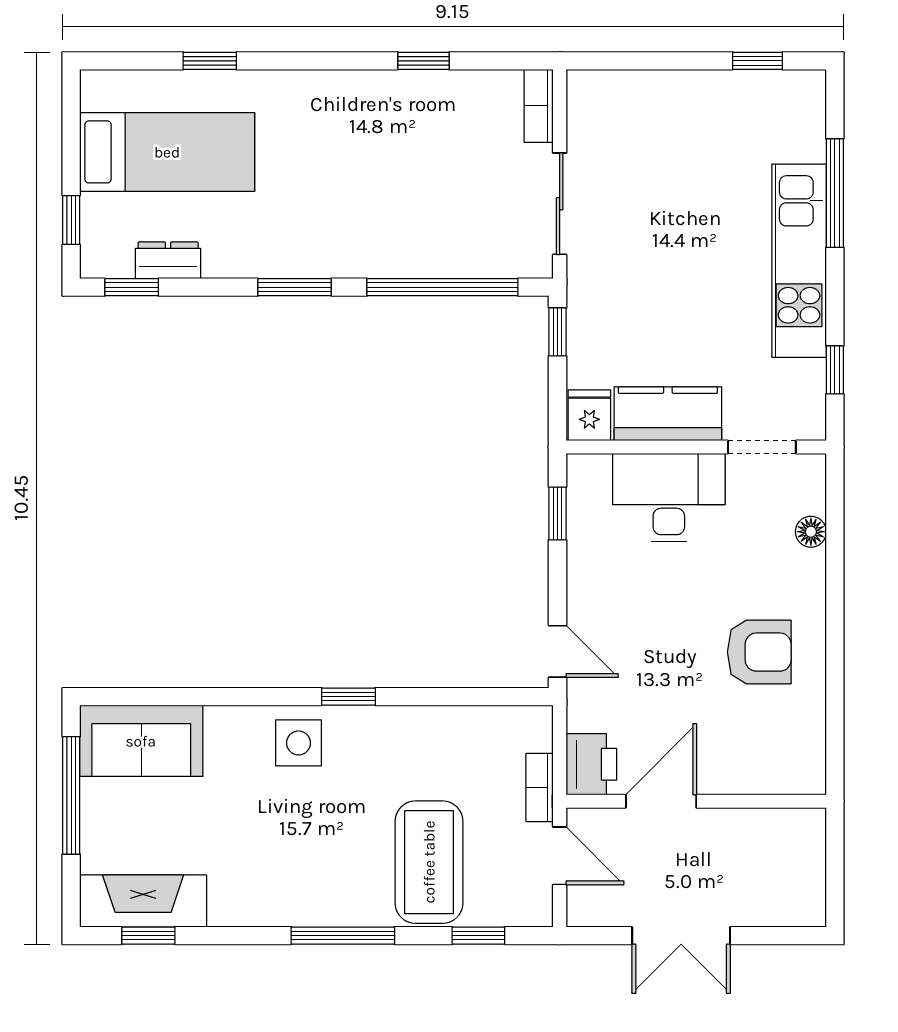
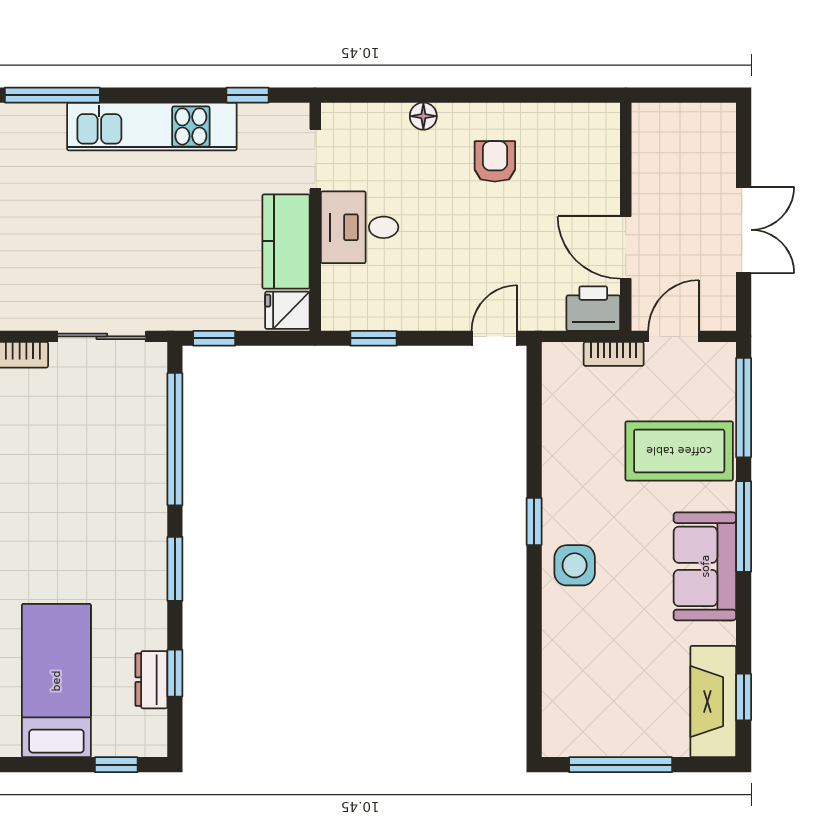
window: (835, 193) -> (52, 95), moved
window: (132, 287) -> (175, 673), moved
desk: (669, 498) -> (360, 227), width x0.73
floor lamp: (811, 532) -> (423, 116), moved
armchair: (759, 652) -> (495, 161), width x0.72, depth x0.72
sofa: (141, 741) -> (705, 566), moved, turned 180
window: (478, 936) -> (744, 408), width x2.17

